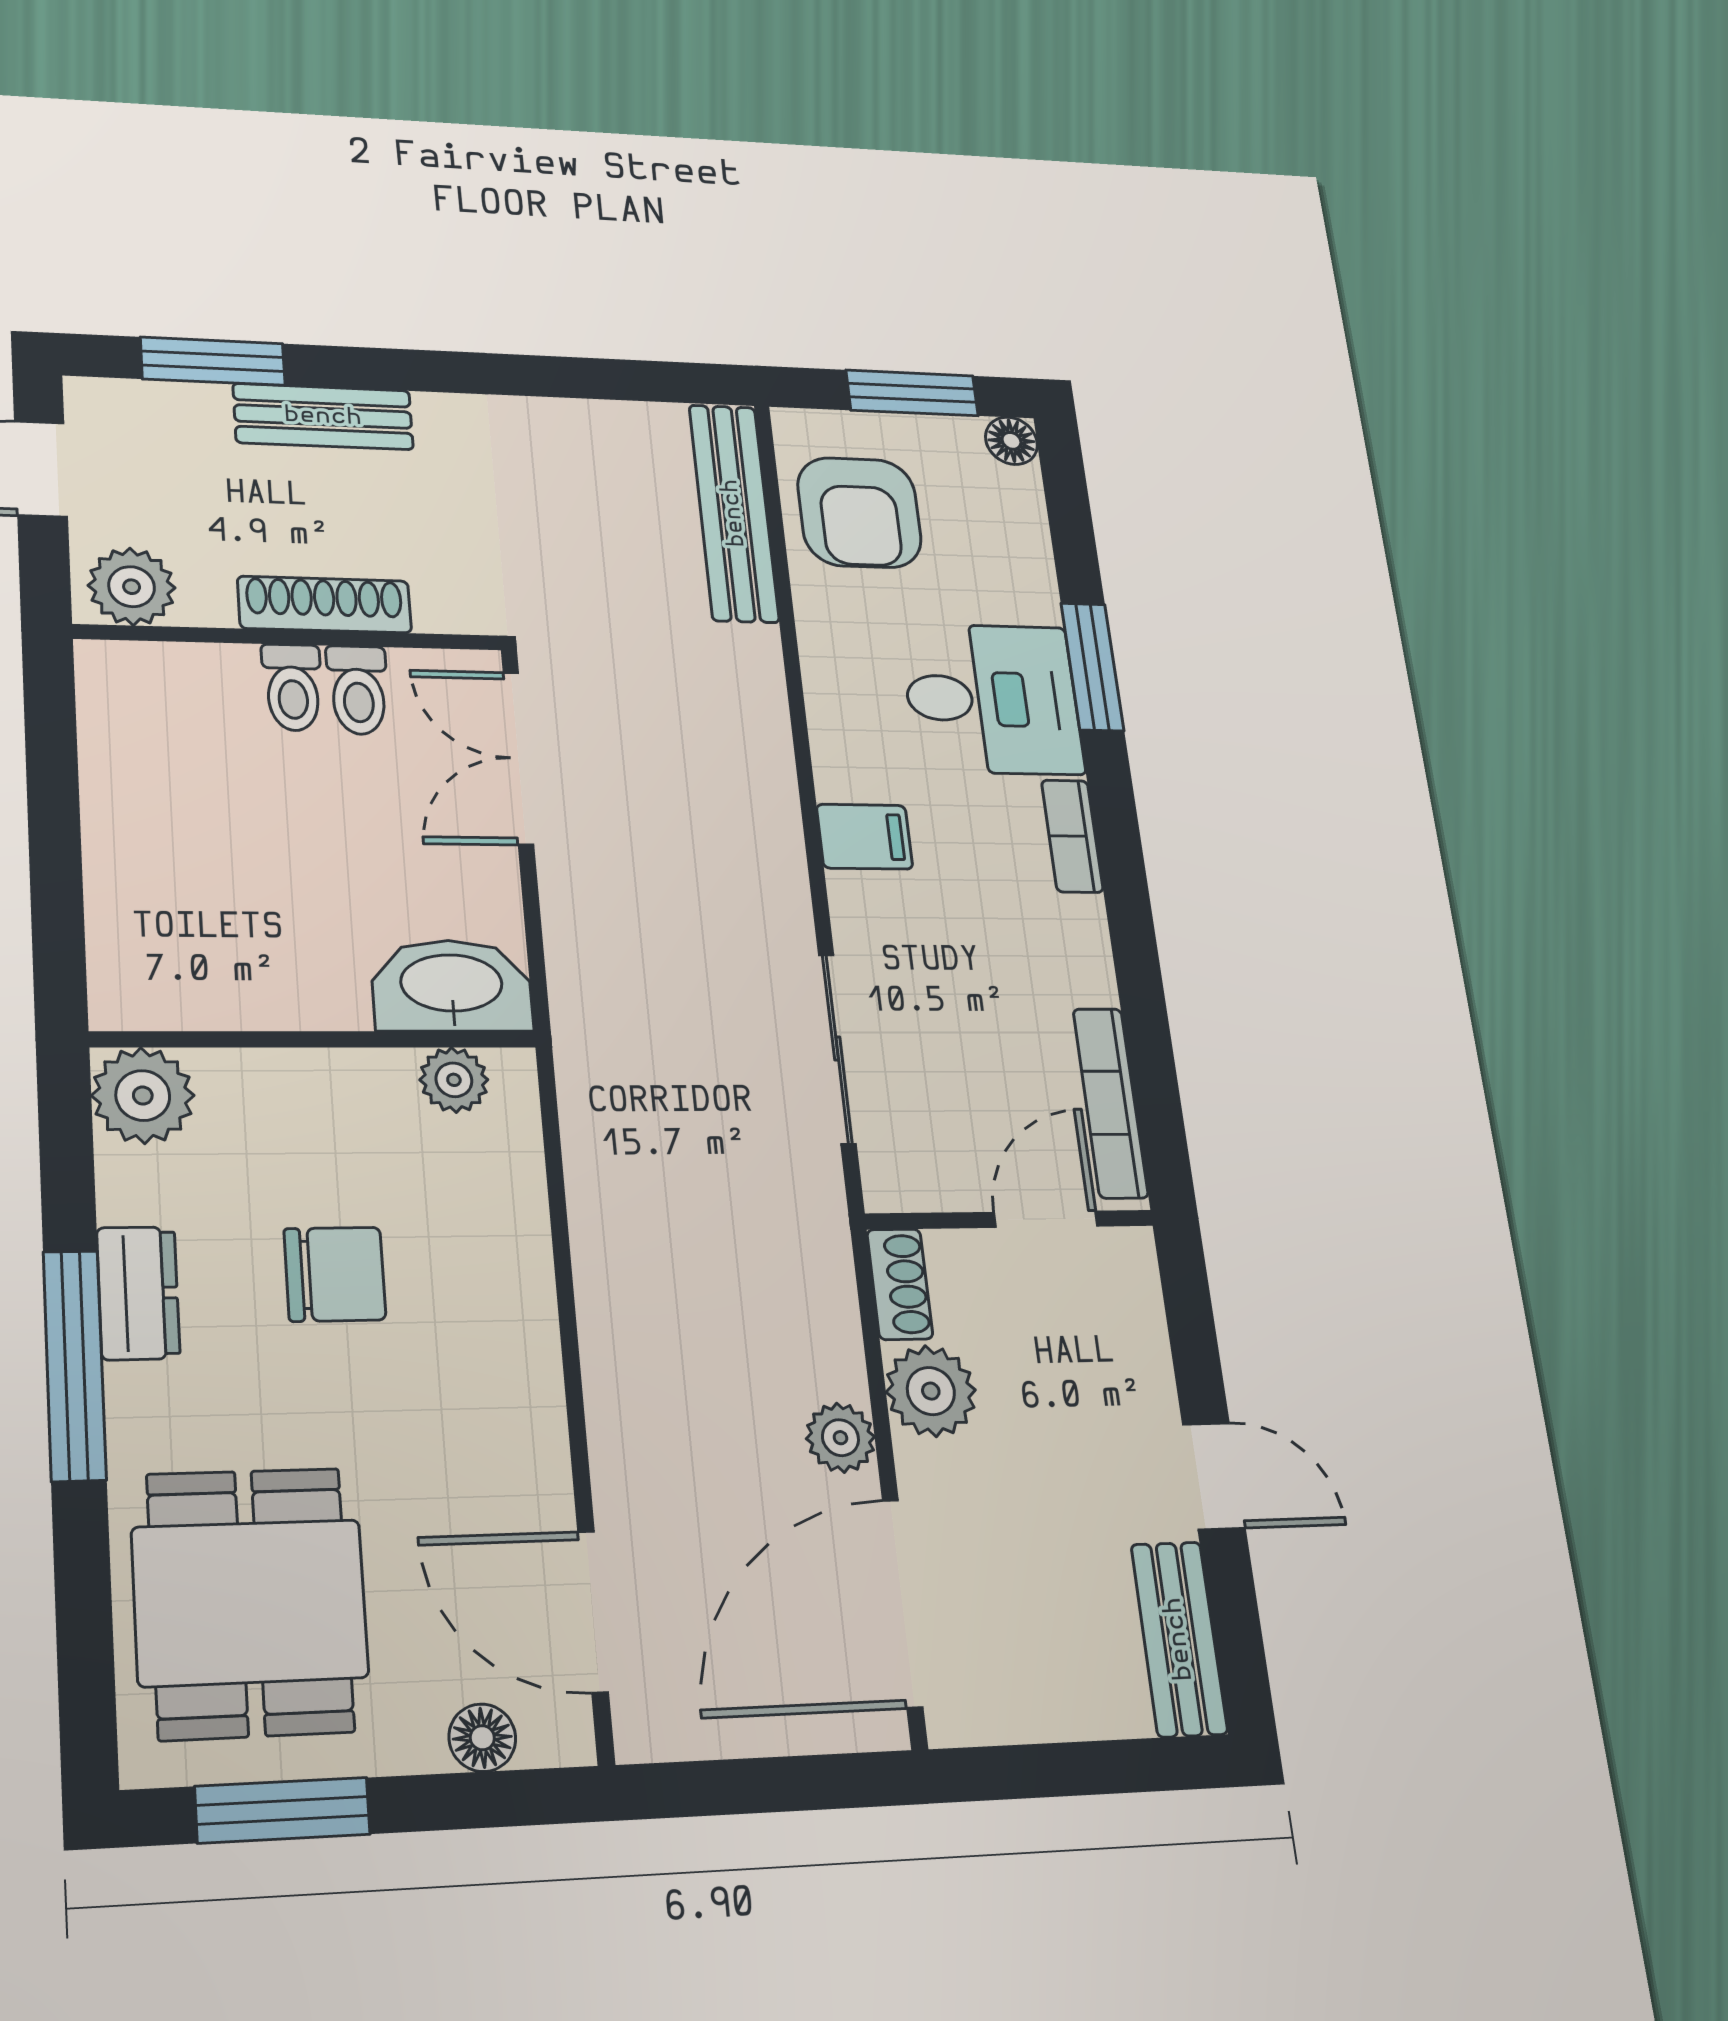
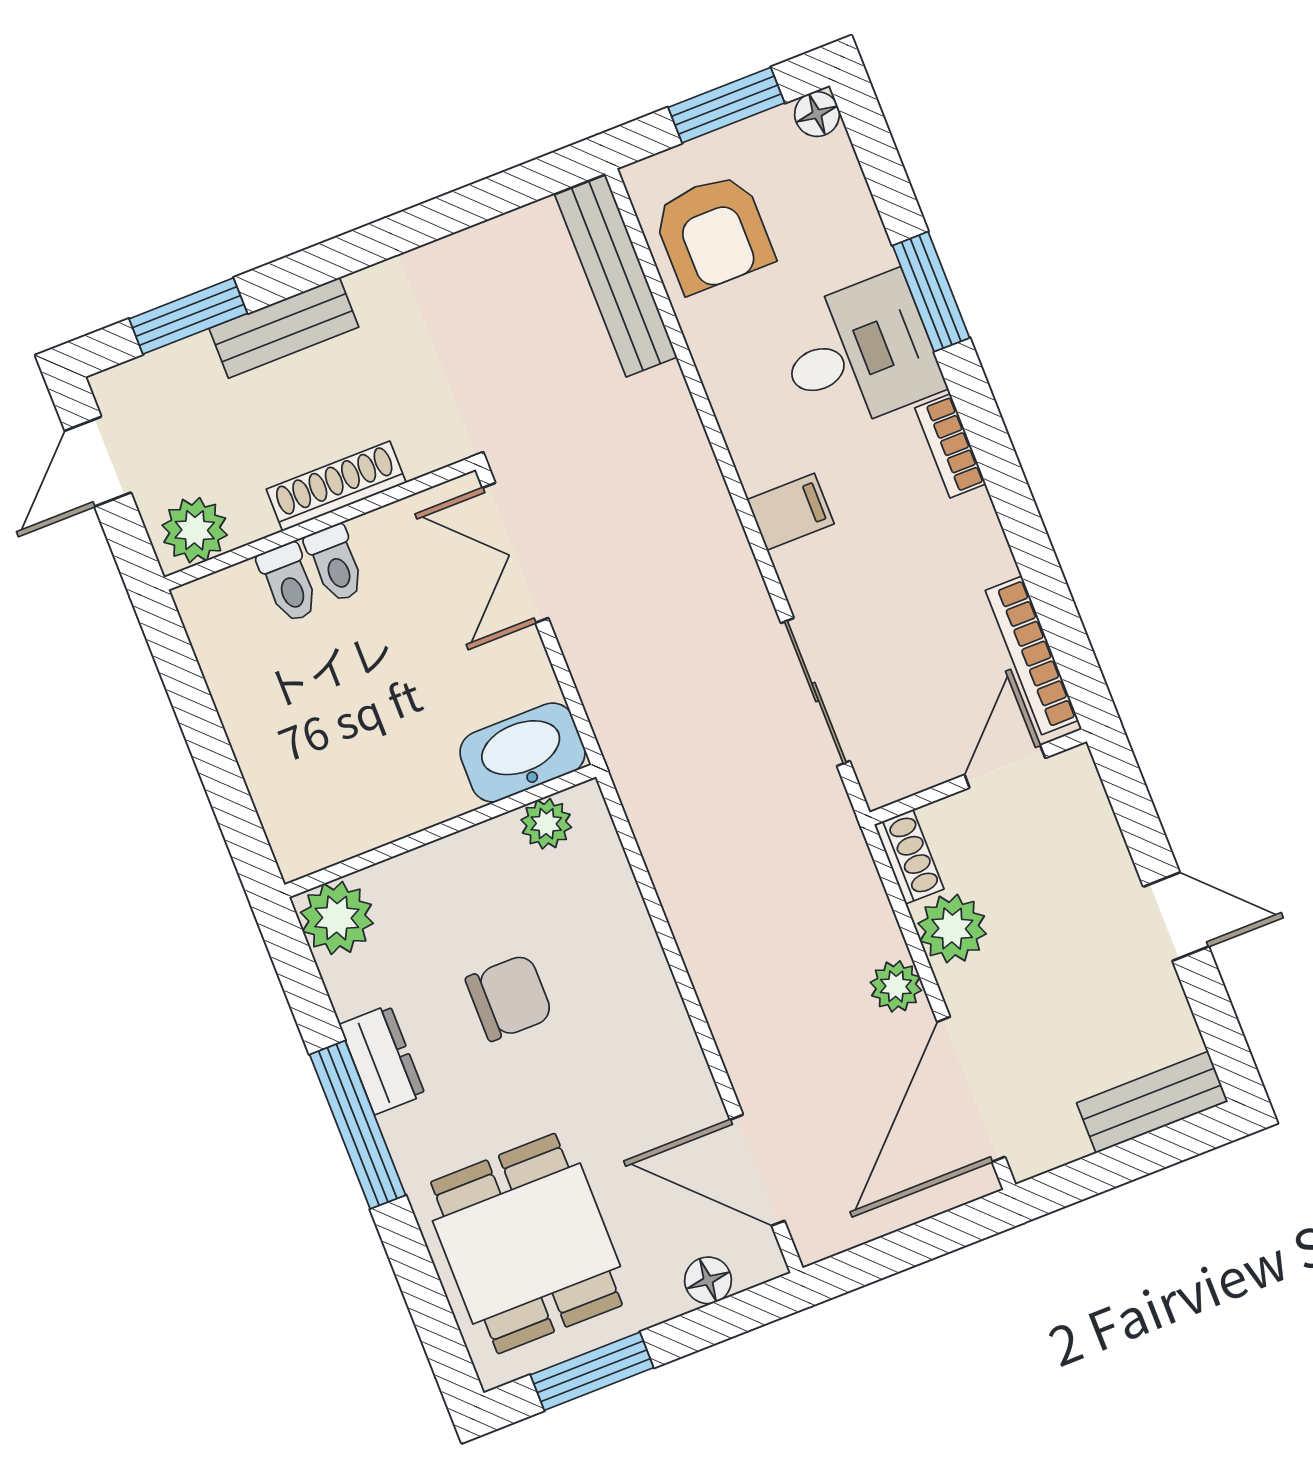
toilet: (358, 690) -> (289, 583), moved
bench: (1179, 1639) -> (1152, 1102), moved, turned 90

